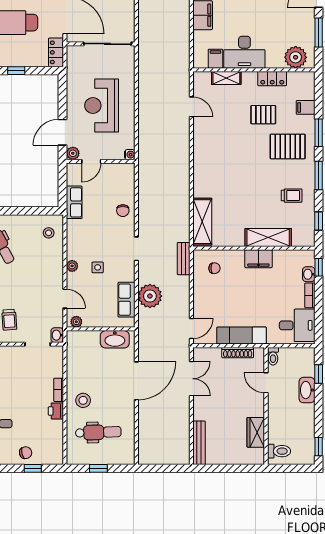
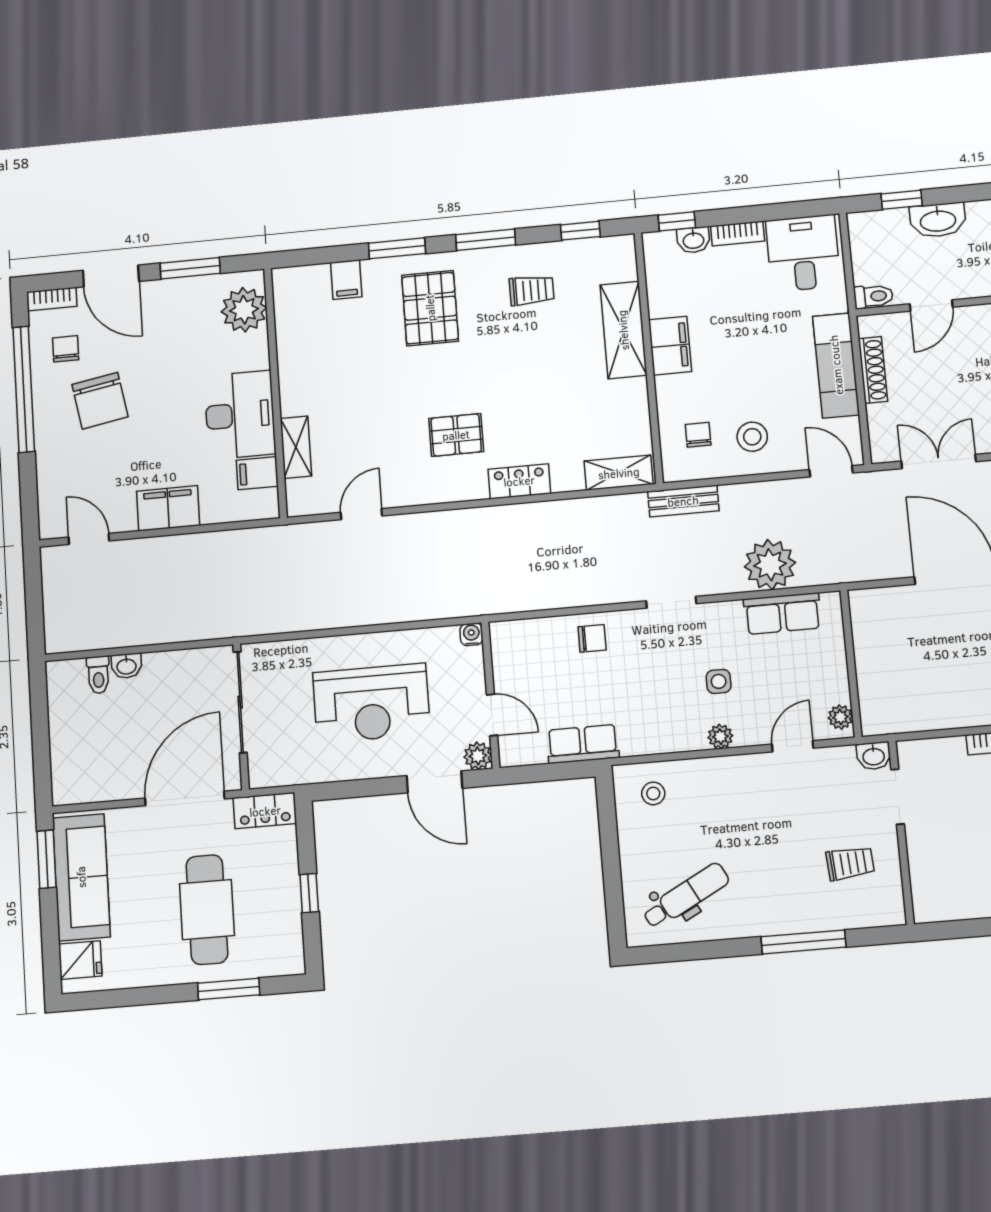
locker: (272, 79) -> (519, 481), moved, turned -90
pallet: (263, 115) -> (456, 435), moved, turned 90
trolley: (292, 196) -> (532, 290), turned 90
shelving: (202, 222) -> (619, 473), width x0.67, depth x0.75
stool: (211, 293) -> (752, 437), added
washbasin: (115, 339) -> (870, 631), removed

